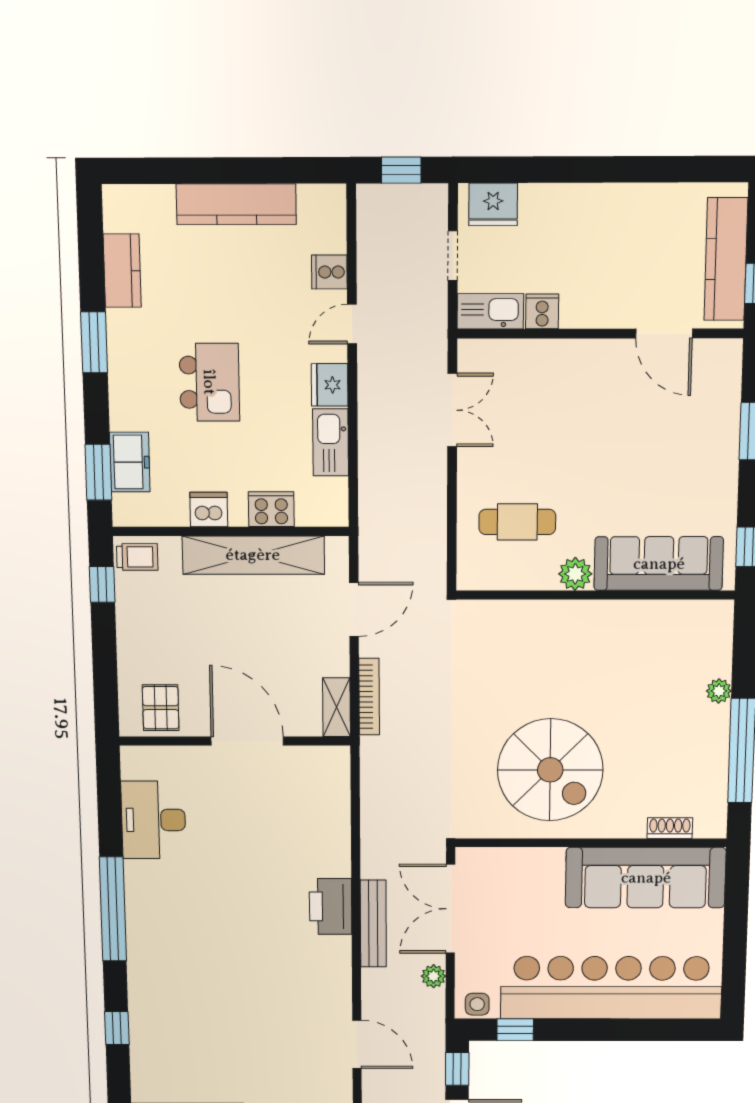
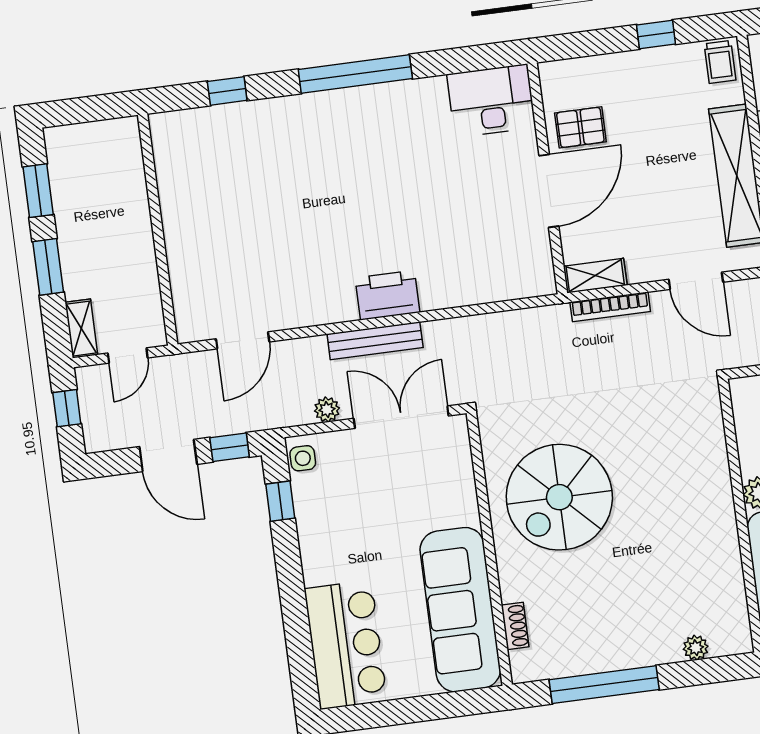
window: (102, 584) -> (656, 34), moved
plant: (719, 691) -> (696, 648), moved
pallet: (161, 708) -> (580, 127), moved
desk: (153, 820) -> (491, 101), moved
bar counter: (611, 988) -> (346, 645), width x0.54

